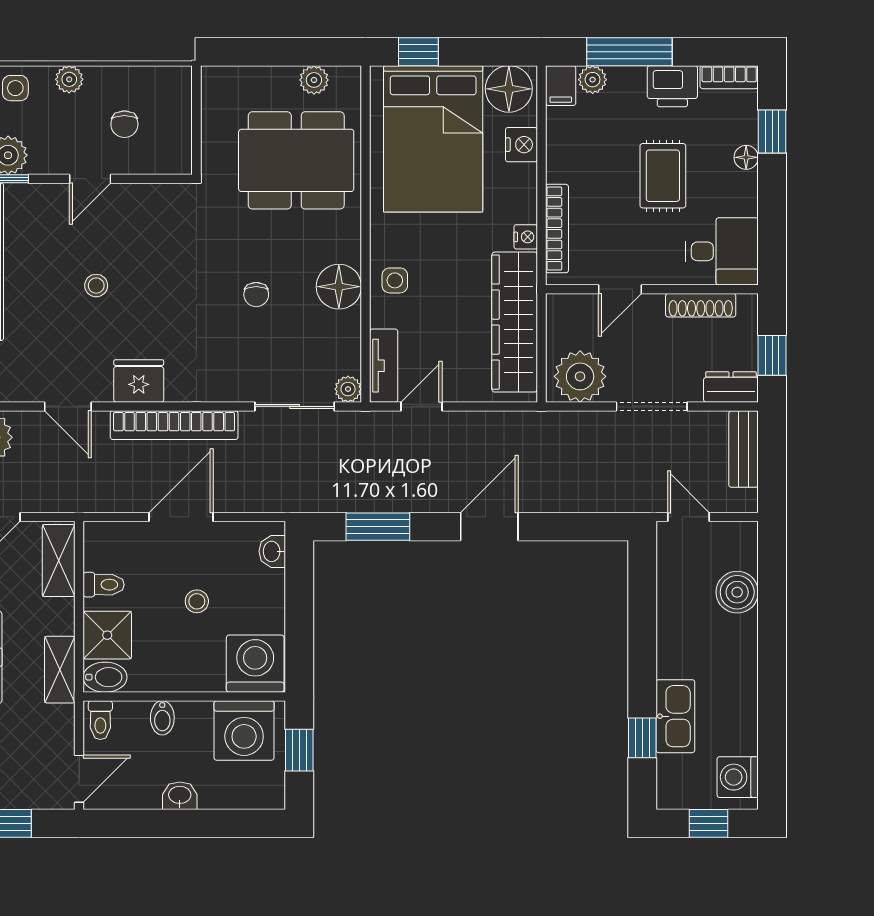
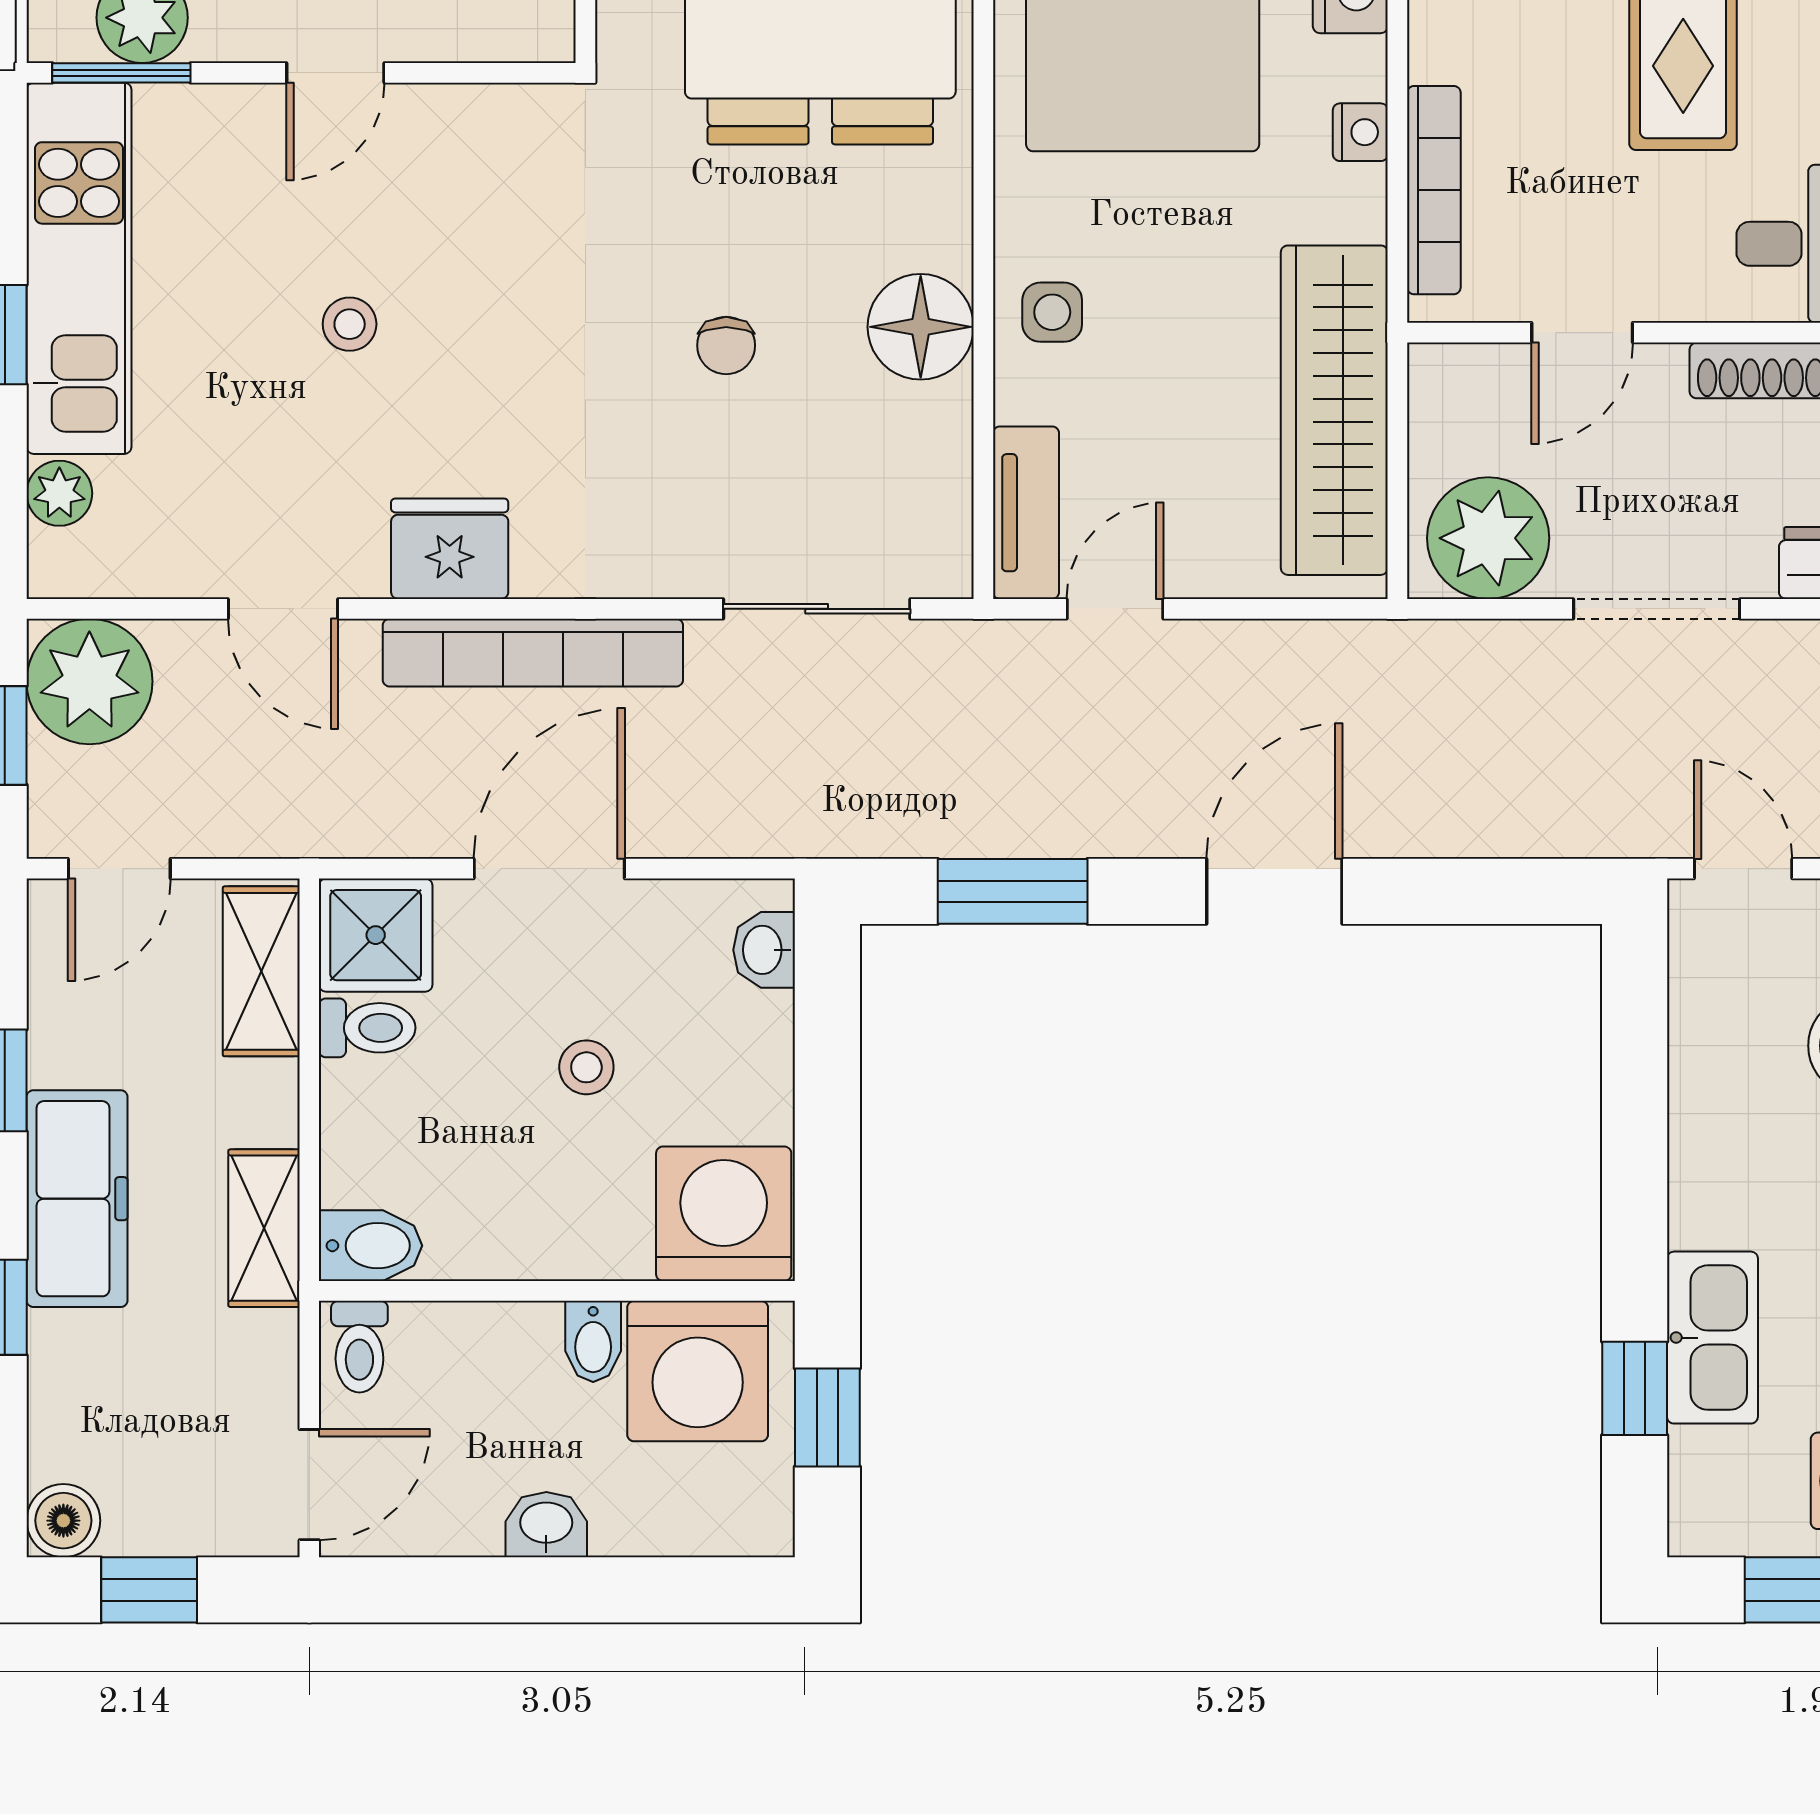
nightstand: (526, 237) -> (1360, 132), moved
plant: (348, 389) -> (942, 568), removed
shower: (107, 635) -> (376, 935), moved
bidet: (162, 718) -> (593, 1341), moved

